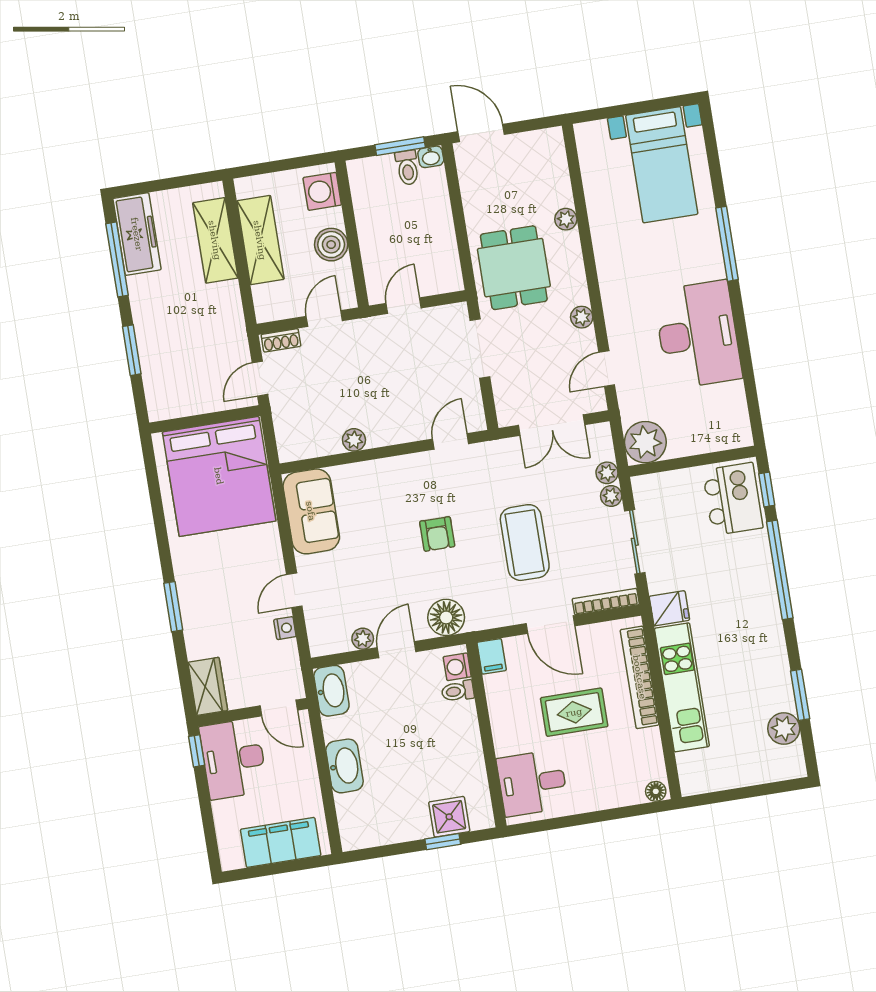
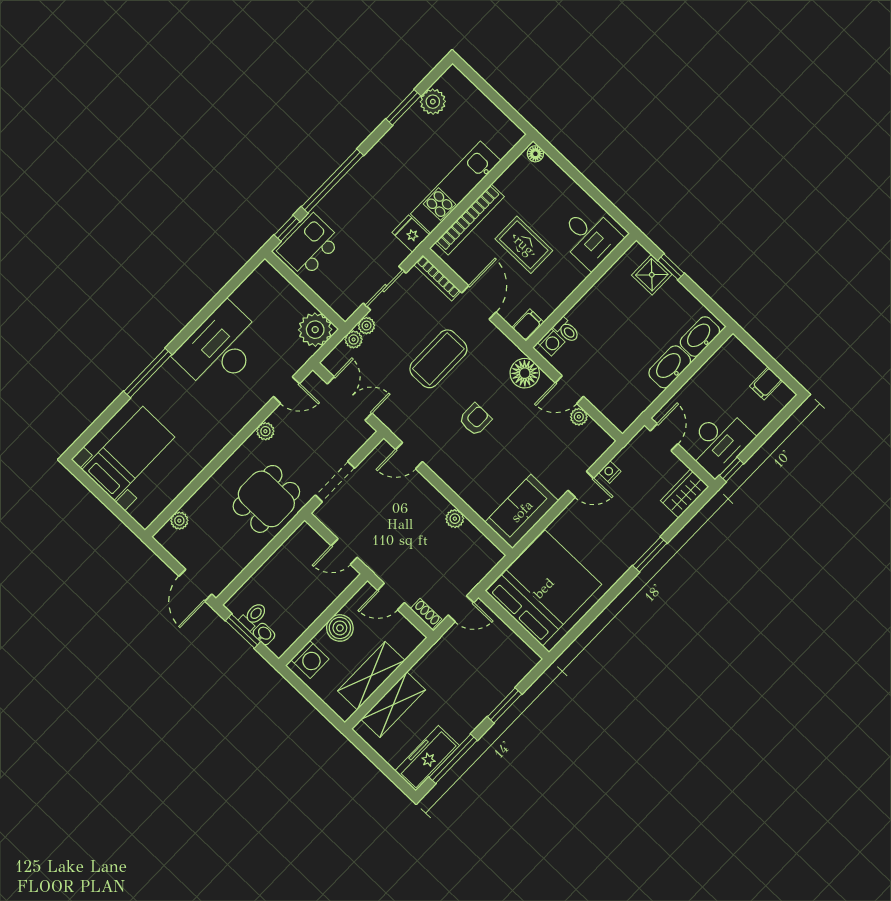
washbasin: (431, 157) -> (264, 634), moved
plant: (566, 219) -> (179, 521), moved
washbasin: (331, 691) -> (700, 337), moved
filing cabinet: (281, 842) -> (766, 383), width x0.33, depth x0.86

